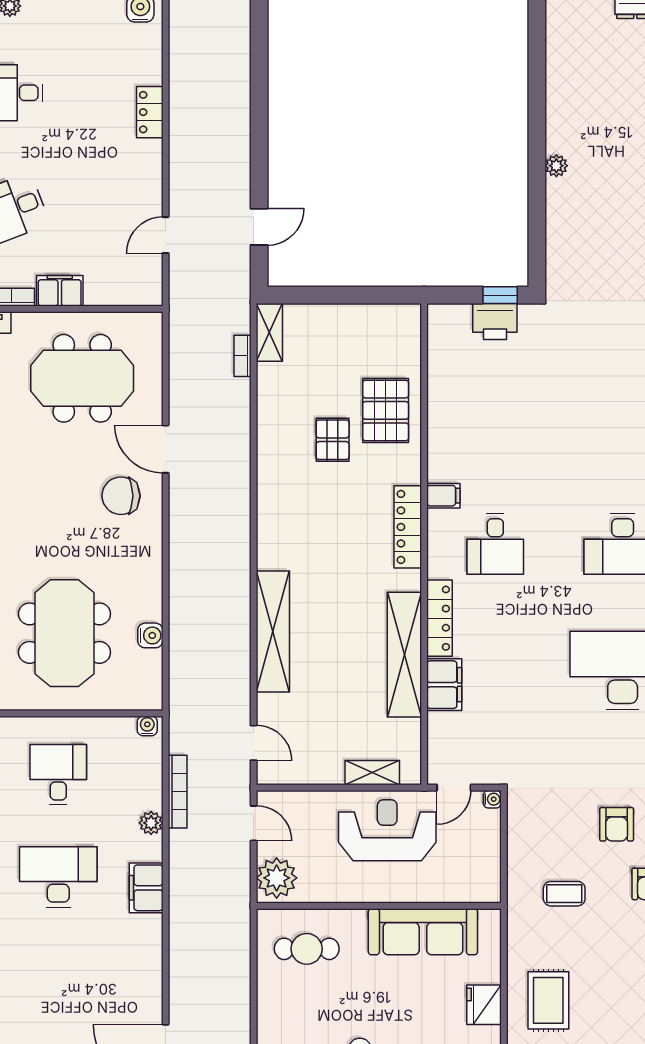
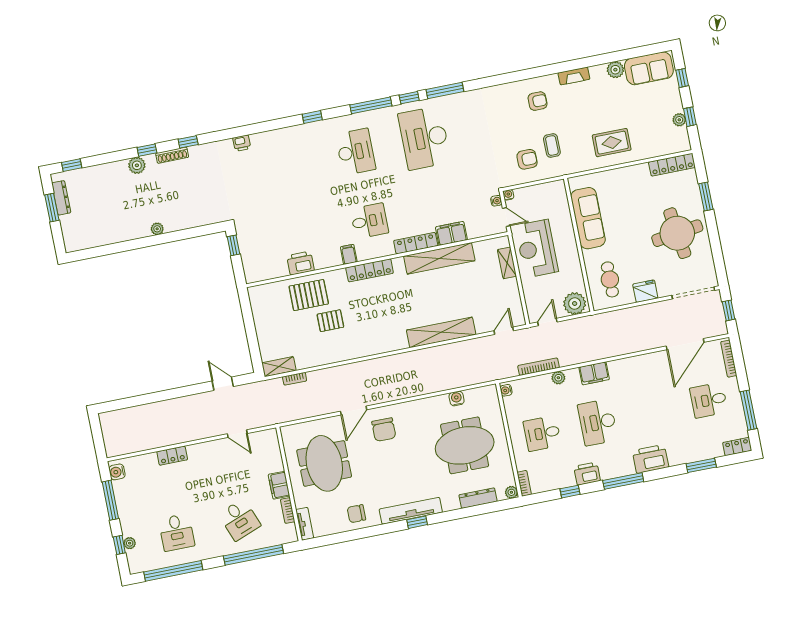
printer: (495, 322) -> (301, 263), moved, turned -90
water cooler: (486, 776) -> (496, 201), added
armchair: (617, 824) -> (527, 159), moved
fridge: (484, 1005) -> (645, 291), moved, turned 180

